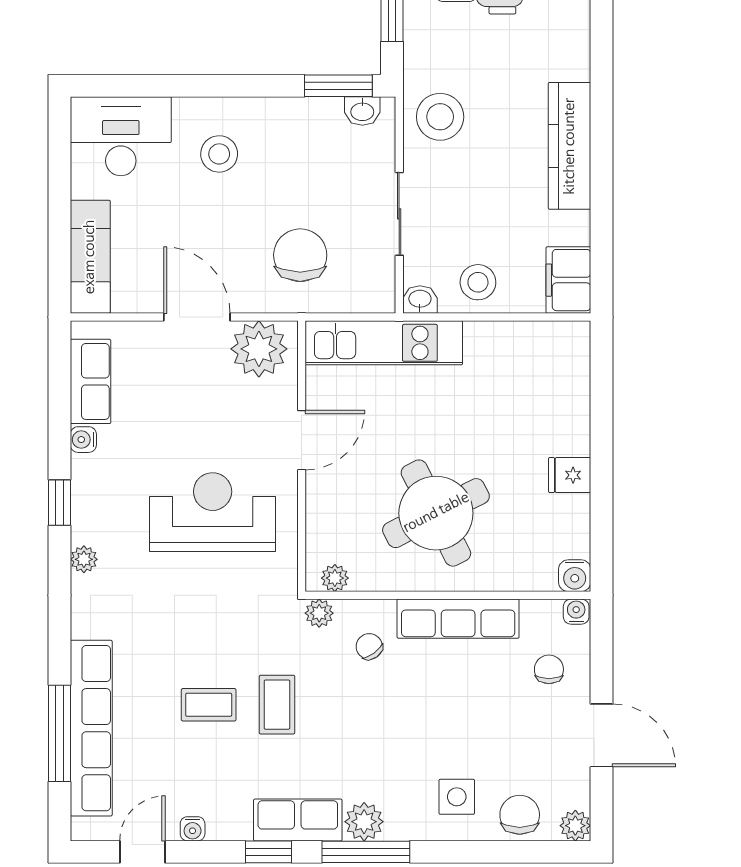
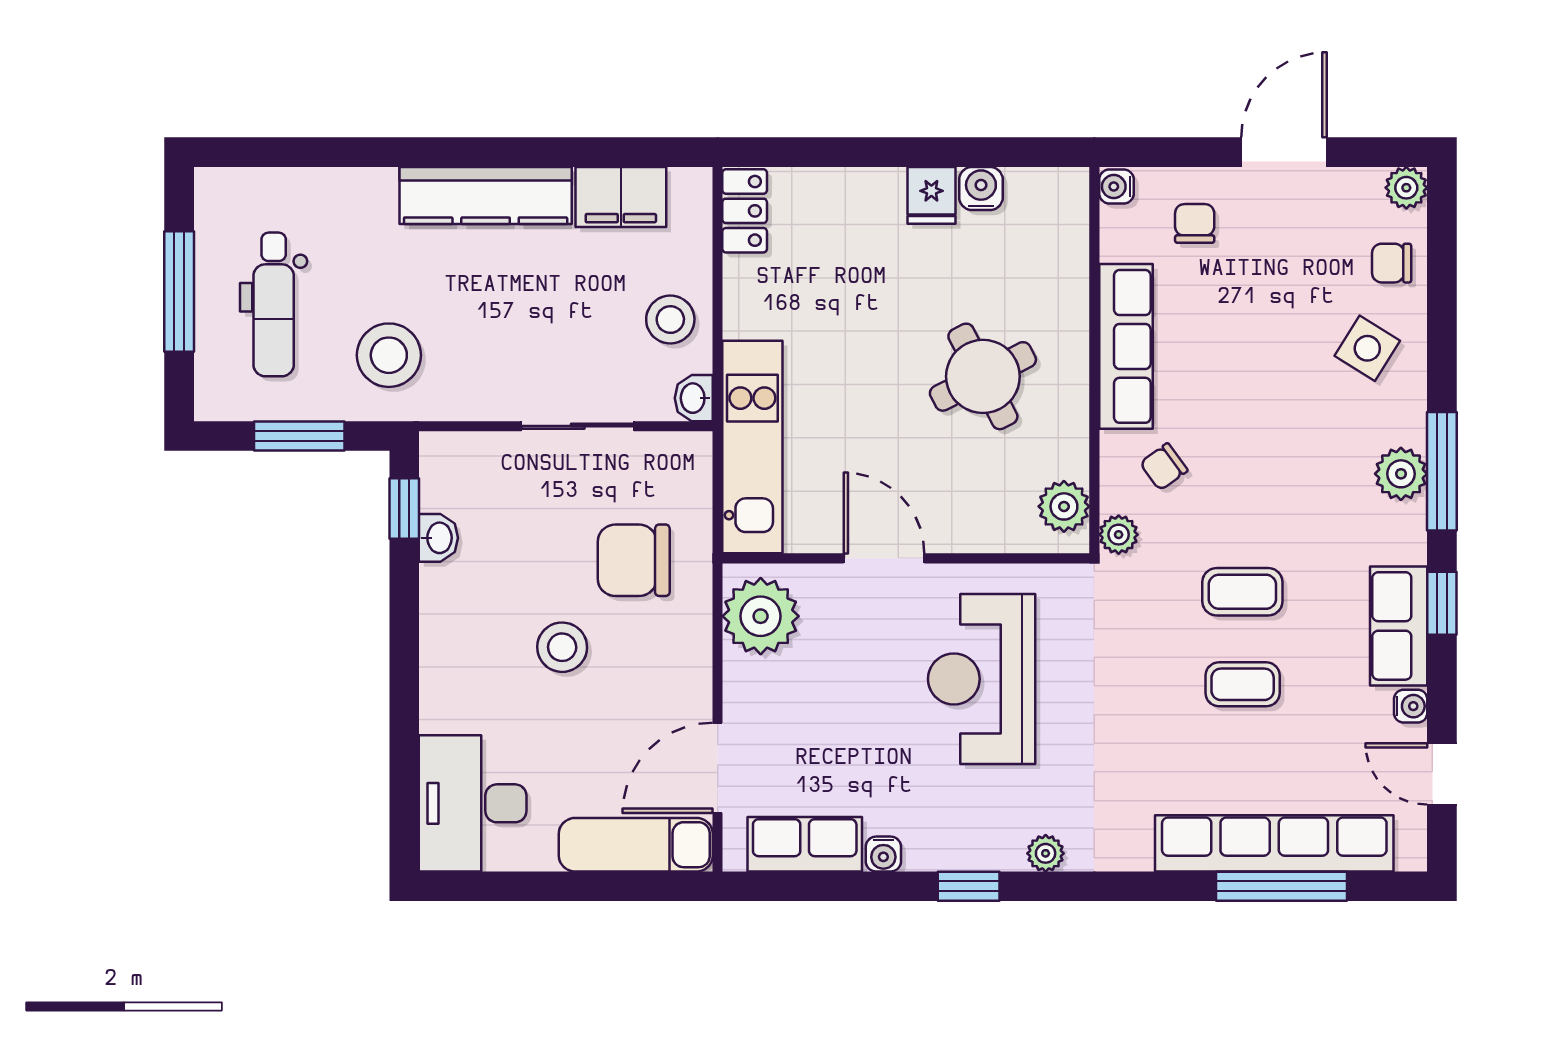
window: (338, 86) -> (404, 508), width x0.67
washbasin: (362, 111) -> (438, 538), moved
stool: (440, 117) -> (389, 355), moved
stool: (219, 154) -> (562, 647), moved
filing cabinet: (568, 280) -> (621, 197), moved
door: (197, 317) -> (718, 768), moved
locker: (558, 337) -> (745, 211), added
round table: (436, 513) -> (983, 376), width x0.73, depth x0.73
water cooler: (575, 576) -> (981, 189), moved, turned -90
plant: (335, 578) -> (1064, 506), width x1.38, depth x1.38
chair: (549, 669) -> (1195, 223), turned 90
coffee table: (209, 705) -> (1243, 684), turned 90
side table: (457, 797) -> (1367, 348), turned 32
chair: (520, 815) -> (1392, 263), width x0.73, depth x0.73
row of seats: (298, 820) -> (1399, 626), moved

